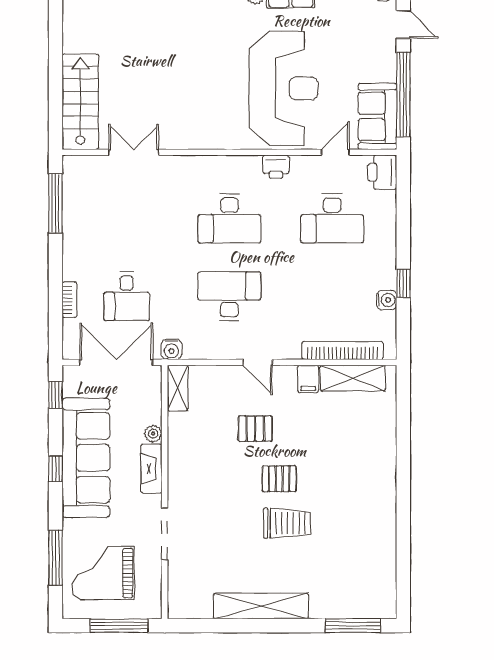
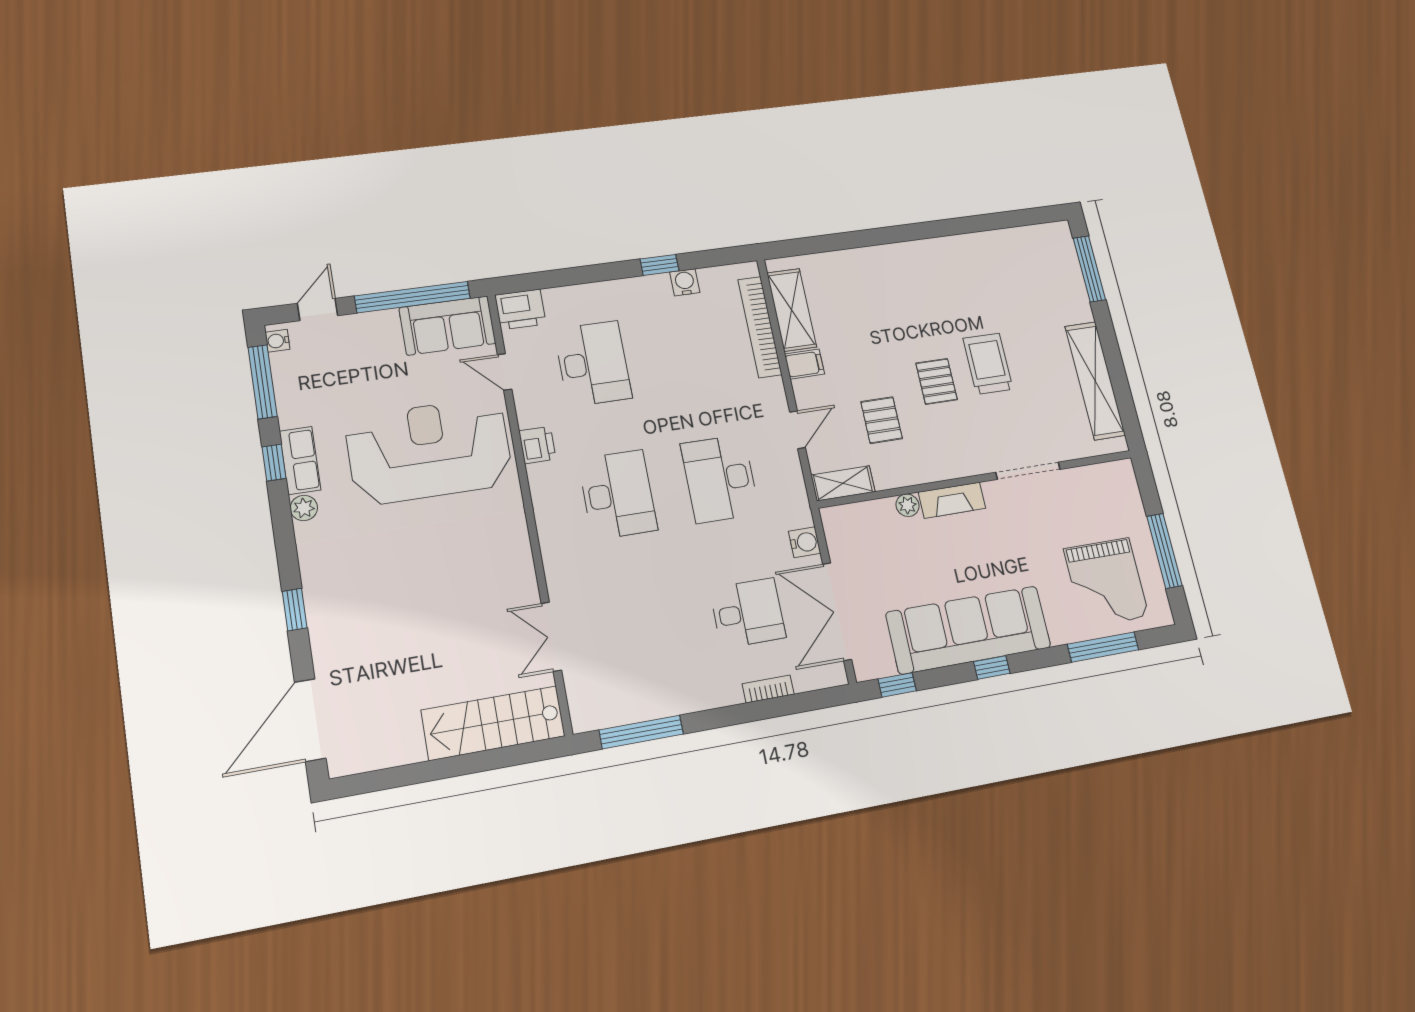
shelving: (178, 388) -> (843, 483), moved
plant: (153, 434) -> (908, 505), moved
fireplace: (151, 469) -> (952, 500), moved
wall: (165, 492) -> (977, 479), moved
doorway: (165, 534) -> (1028, 471), moved

